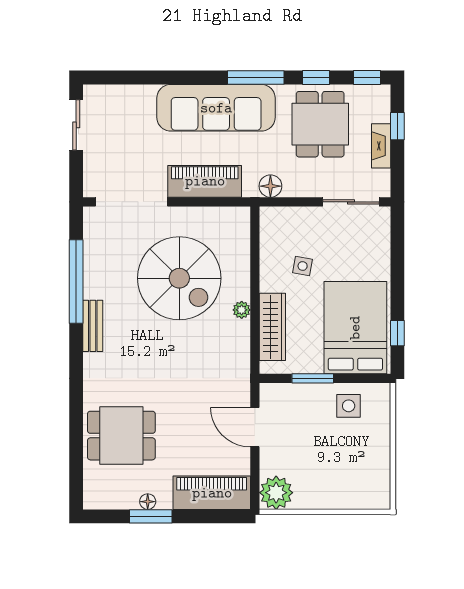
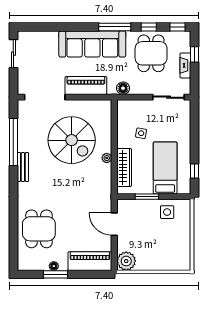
bed: (355, 328) -> (165, 168), width x0.67
dining table: (121, 436) -> (39, 229), turned 90

